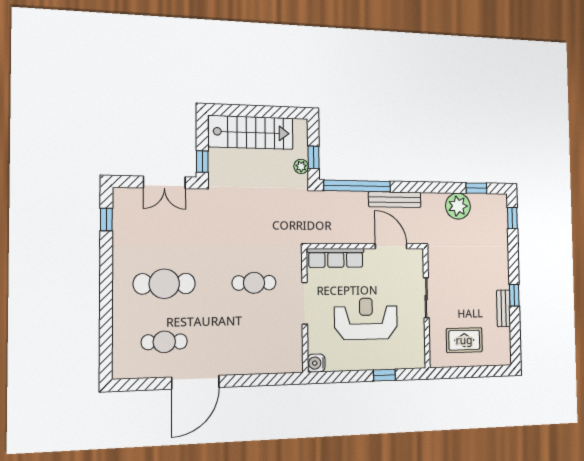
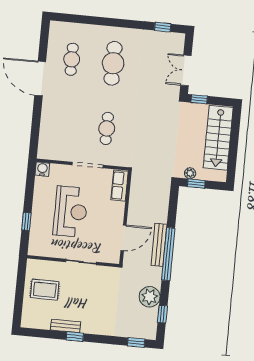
window: (357, 186) -> (168, 254), moved
row of seats: (336, 258) -> (120, 186), width x0.68
rug: (464, 340) -> (45, 290), turned 90

